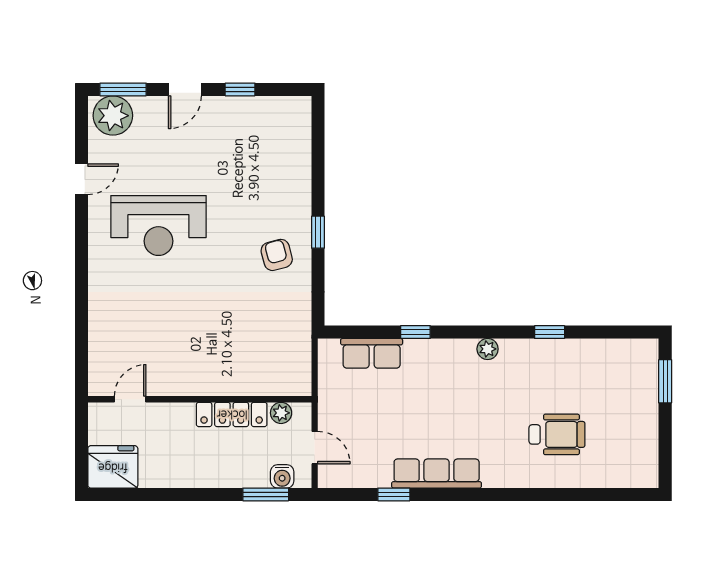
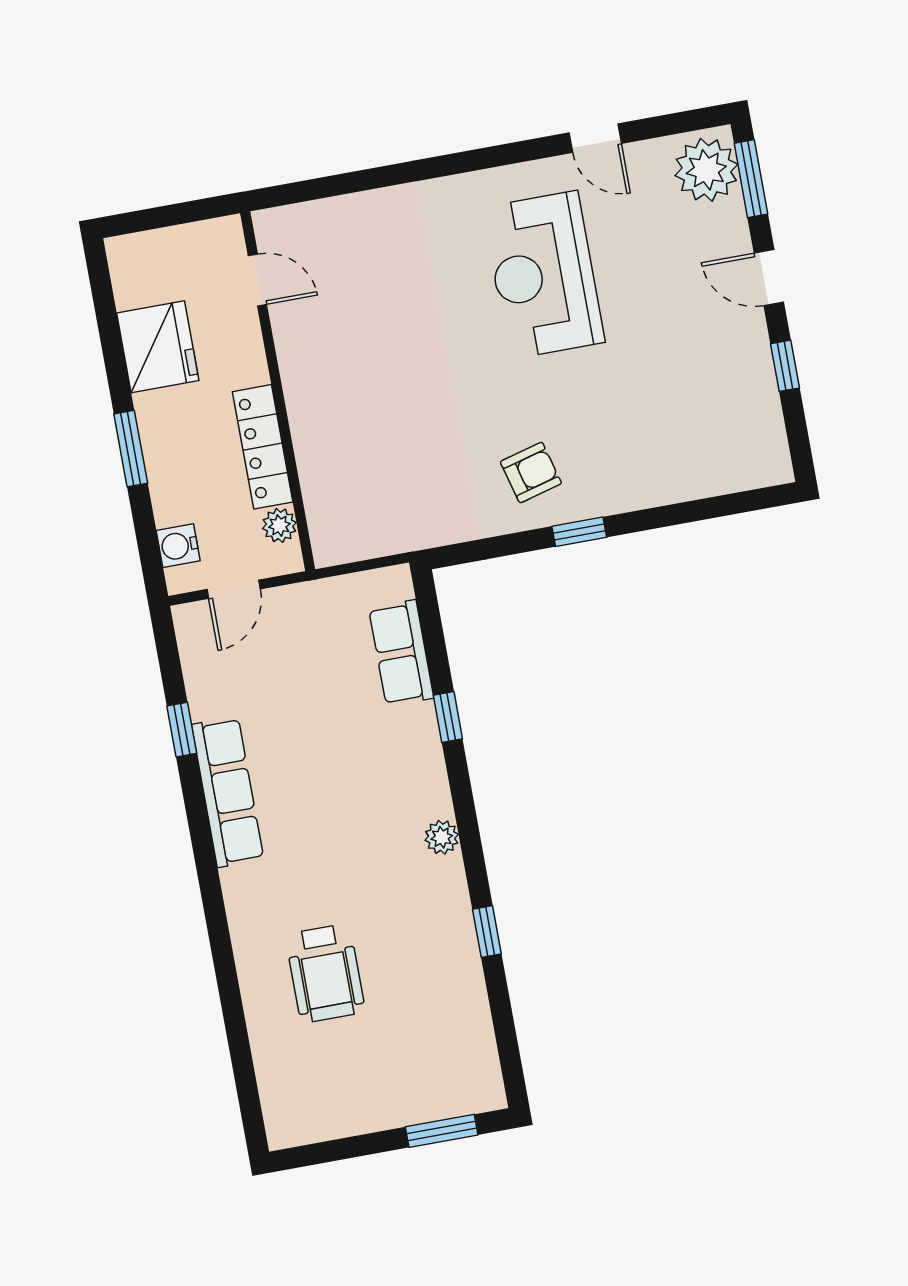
fridge: (113, 467) -> (158, 347), moved
window: (266, 494) -> (131, 449), moved

